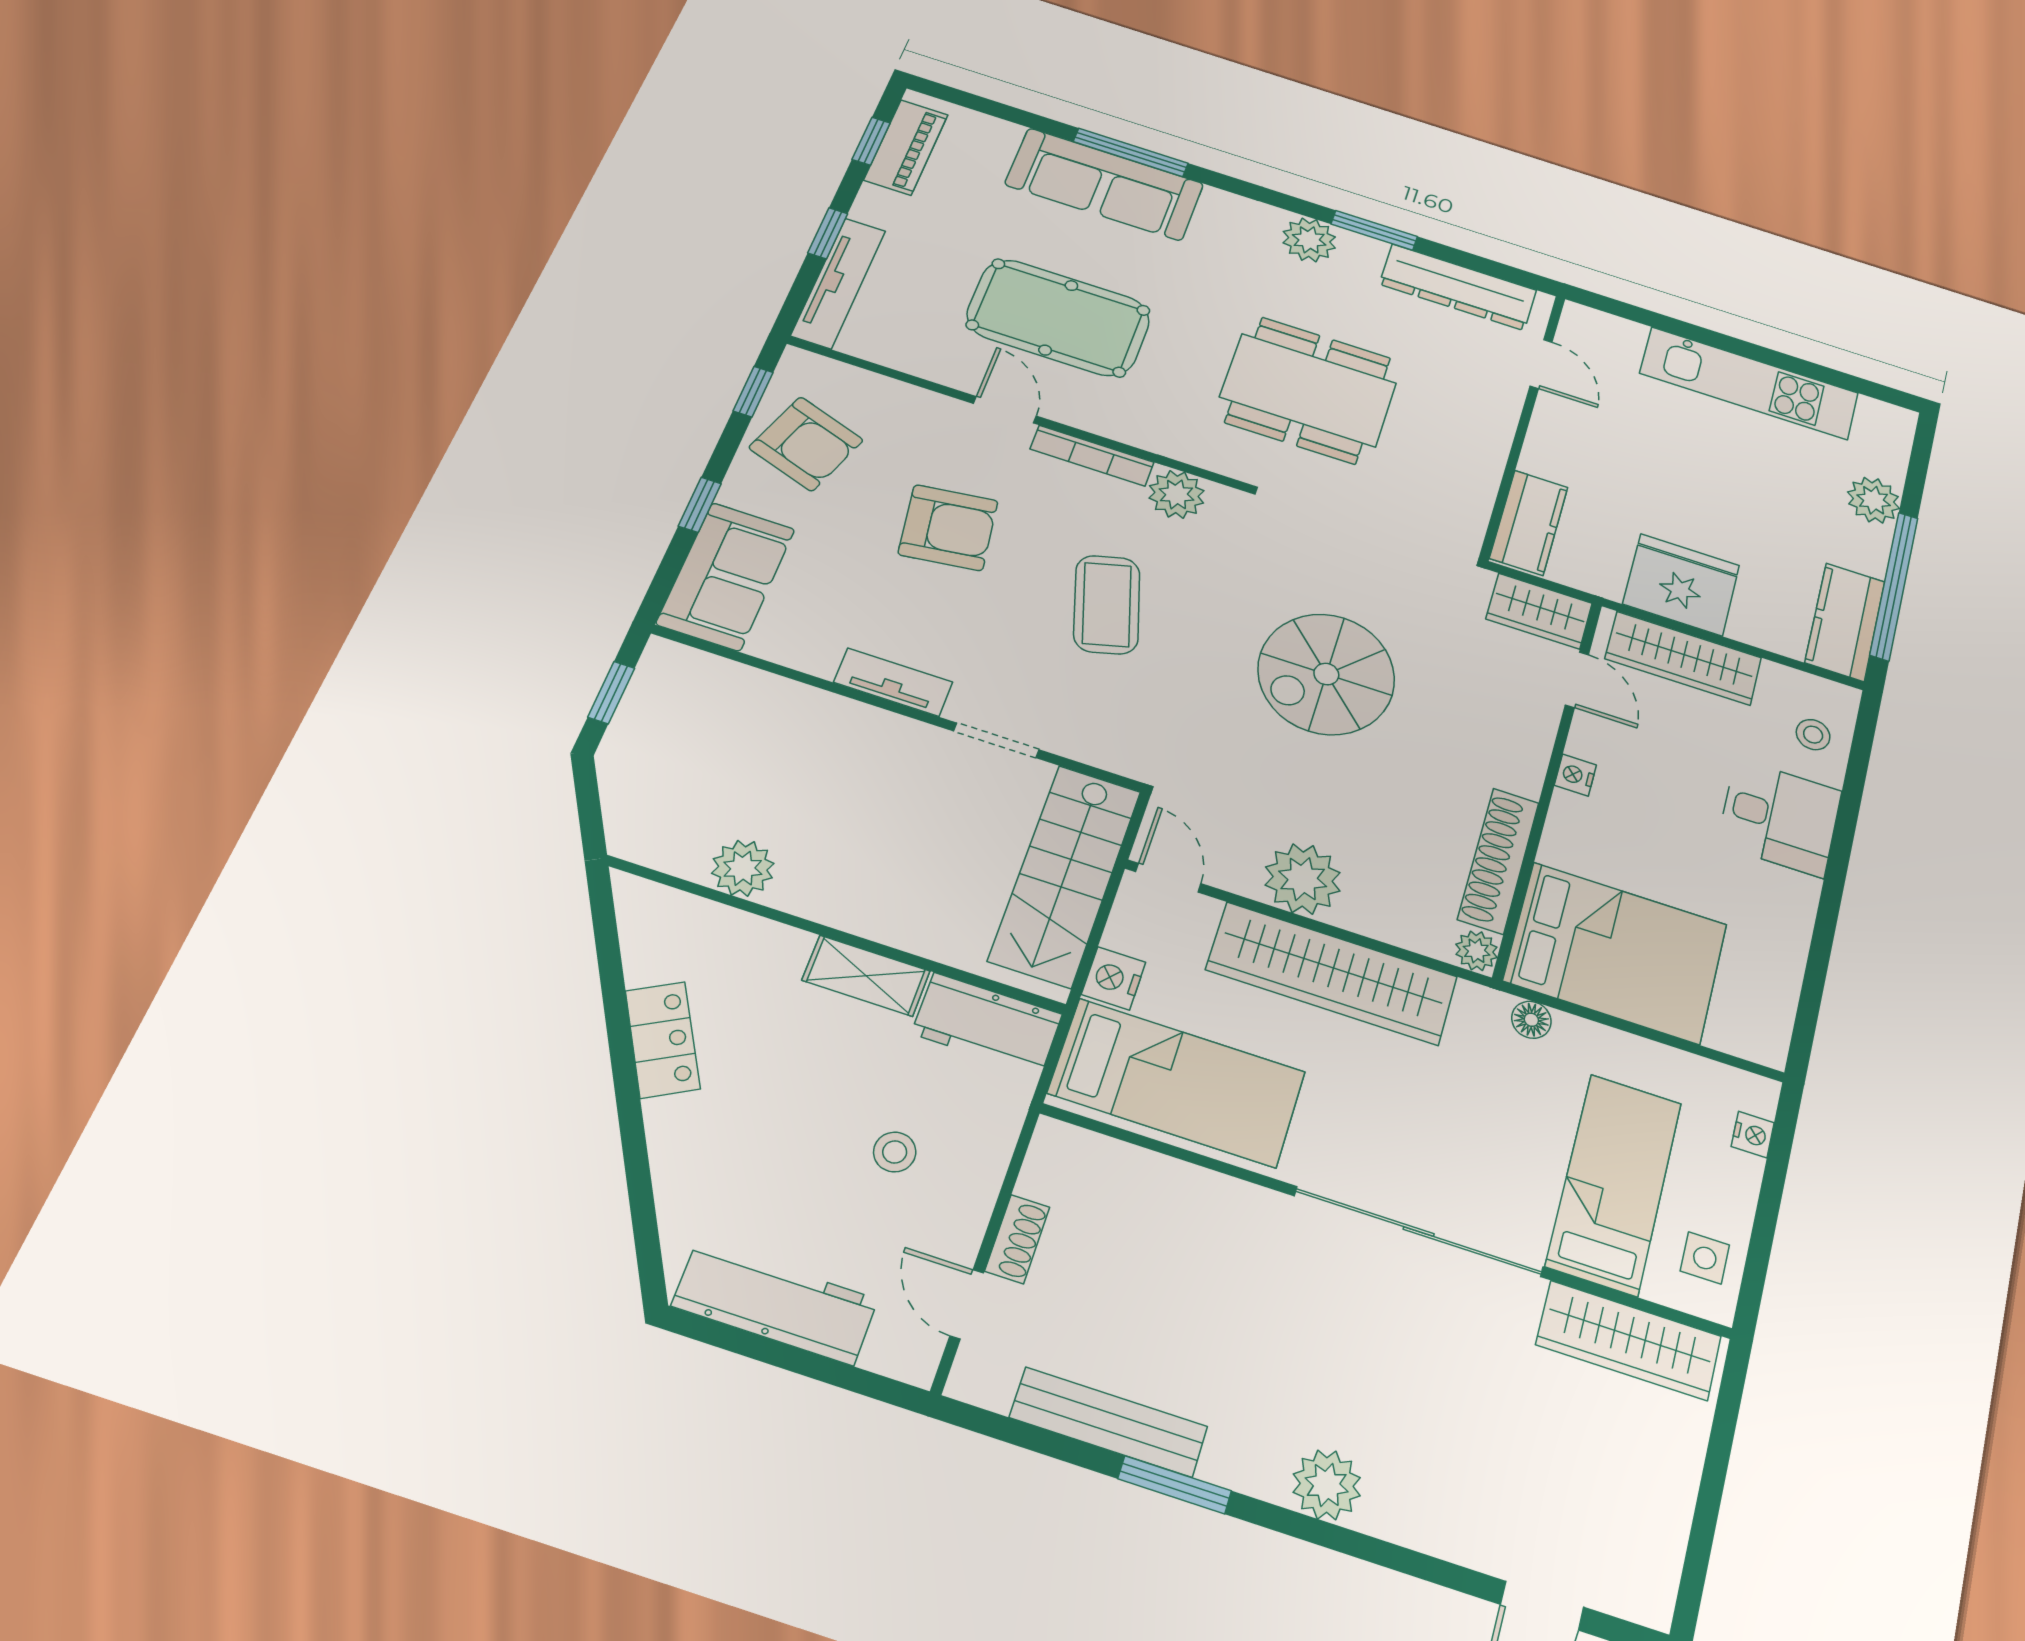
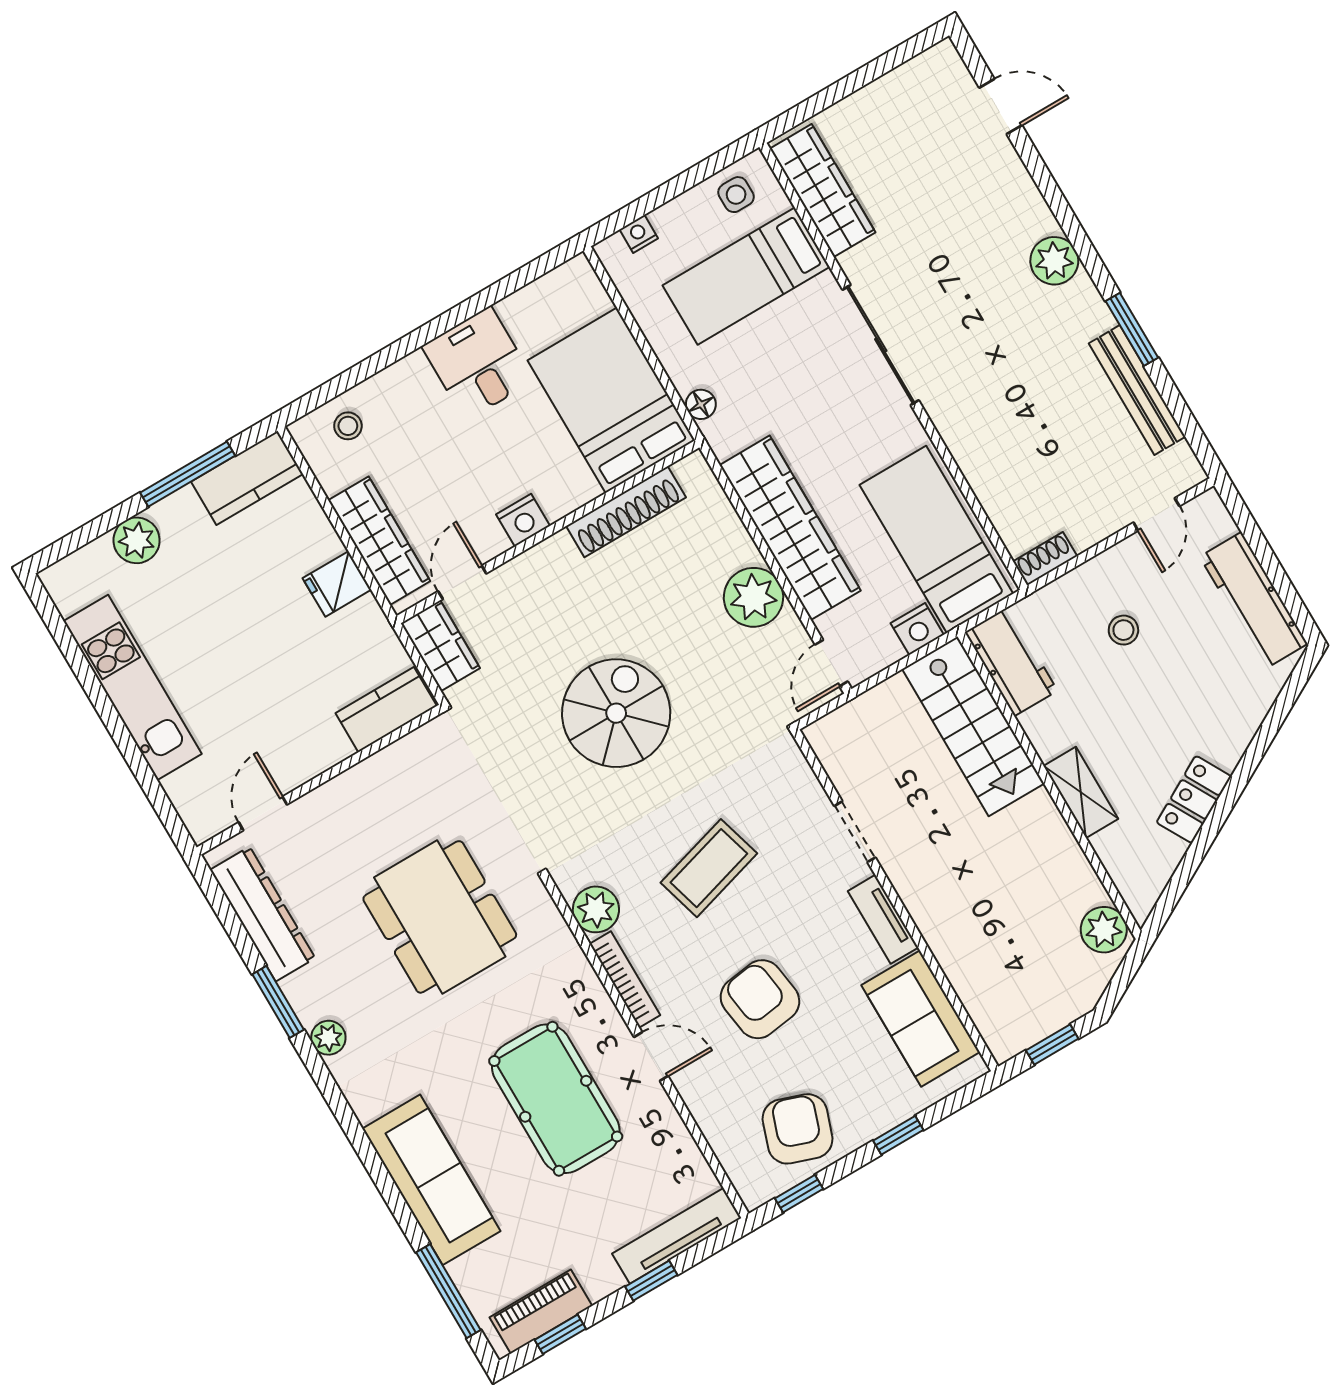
window: (1131, 152) -> (448, 1291), moved
plant: (1309, 240) -> (328, 1038), width x0.73, depth x0.73
door: (1005, 410) -> (651, 1056), swing flipped
sofa: (726, 576) -> (921, 1019), moved, turned -90
fridge: (1681, 585) -> (337, 584), width x0.53, depth x0.75
window: (1894, 586) -> (188, 474), width x0.68
spiral stairs: (1326, 674) -> (616, 713), turned -90
nightstand: (1575, 775) -> (523, 520), width x1.39, depth x1.35
desk: (1779, 817) -> (478, 363), moved
plant: (743, 868) -> (1104, 930), moved
stairs: (1065, 875) -> (973, 726), moved, turned 90
plant: (1476, 951) -> (693, 470), removed
shelving: (866, 976) -> (1081, 792), moved
sliding door: (1419, 1231) -> (881, 345), width x0.73
shoe rack: (1017, 1239) -> (1045, 559), moved

